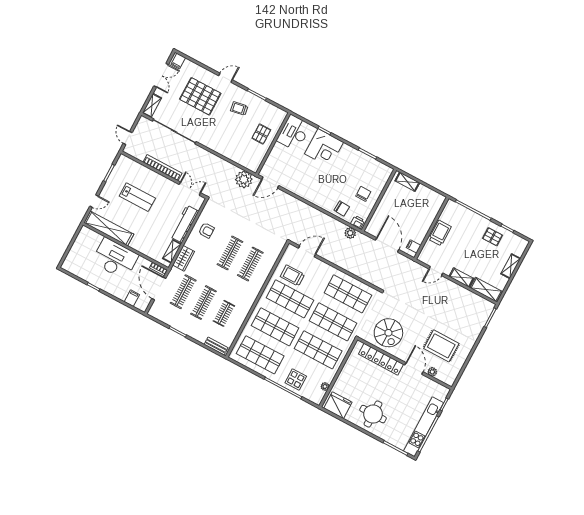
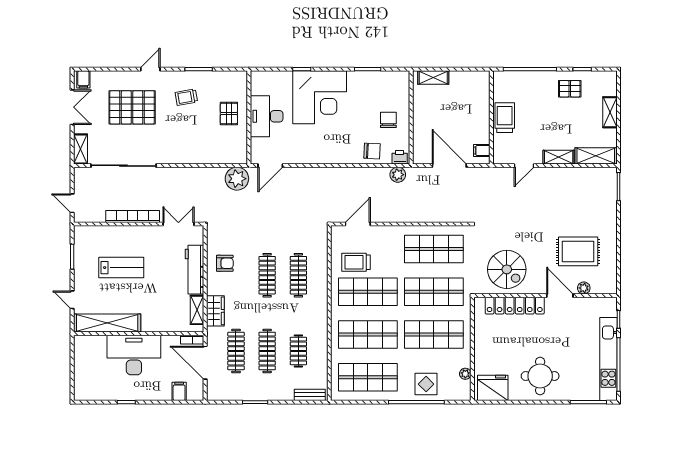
desk: (294, 133) -> (267, 116), moved
corner desk: (324, 148) -> (320, 97), width x1.36, depth x1.36
door: (94, 201) -> (72, 300), swing flipped

